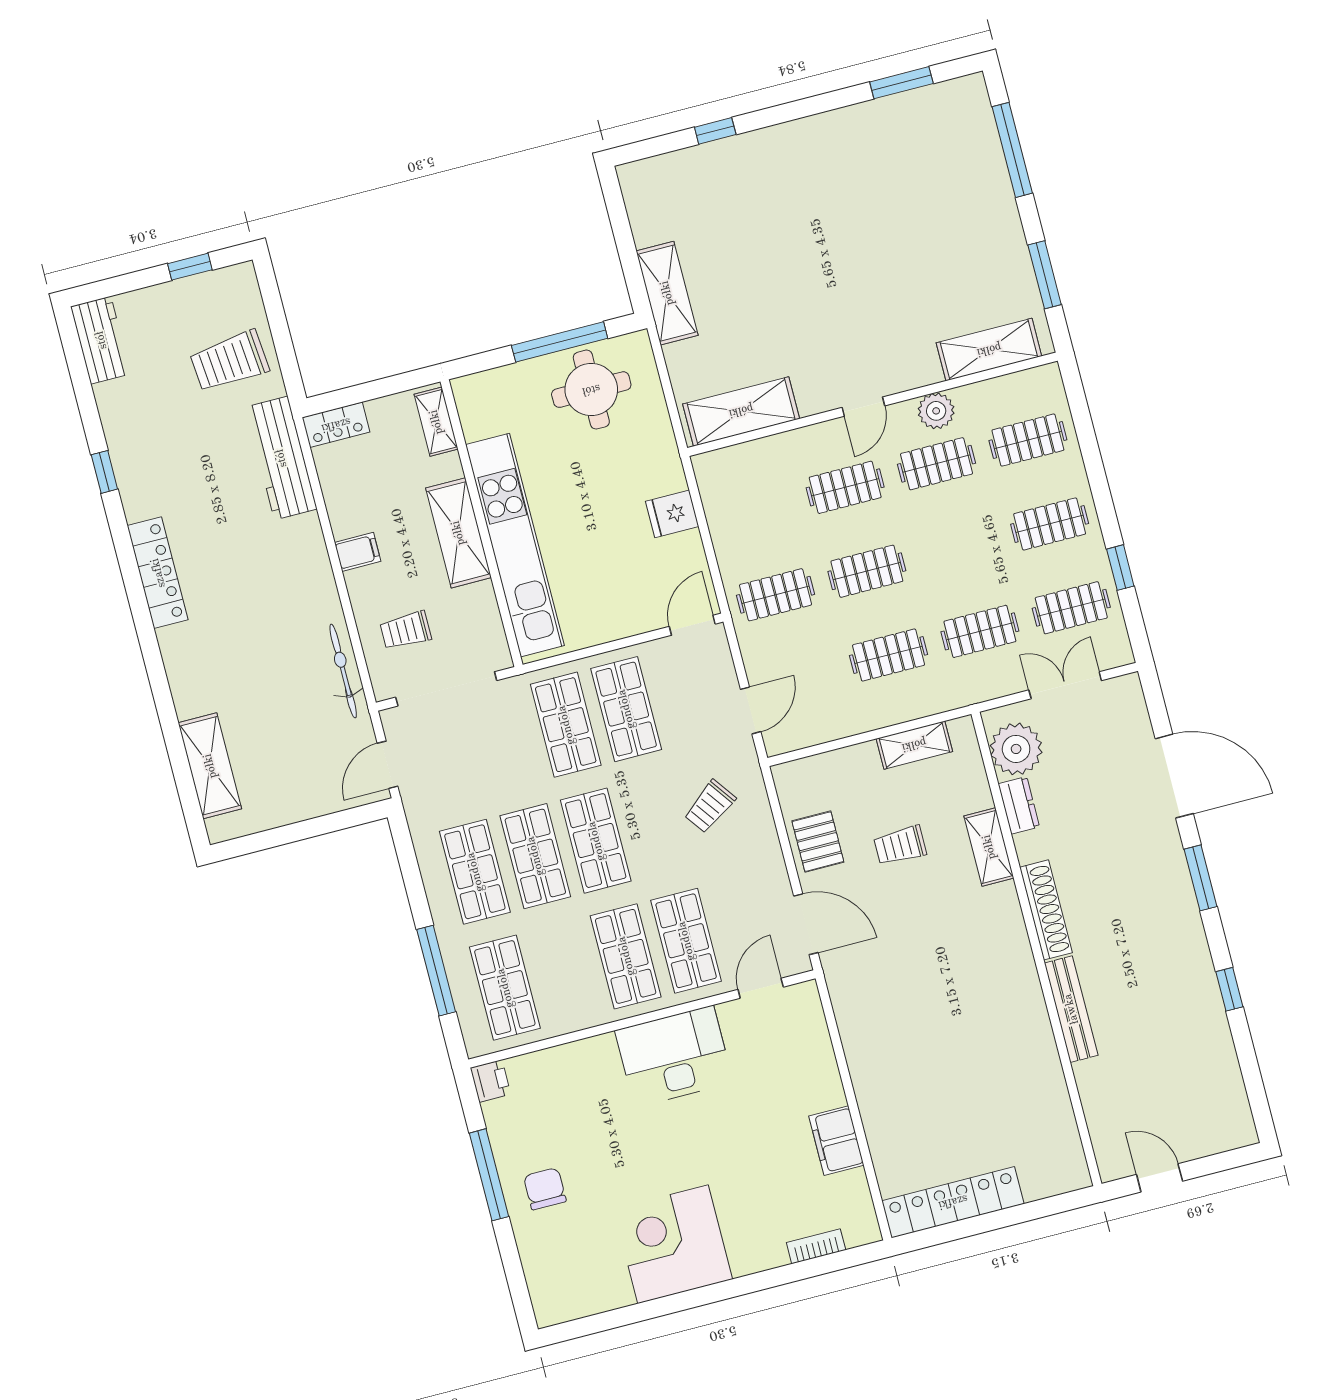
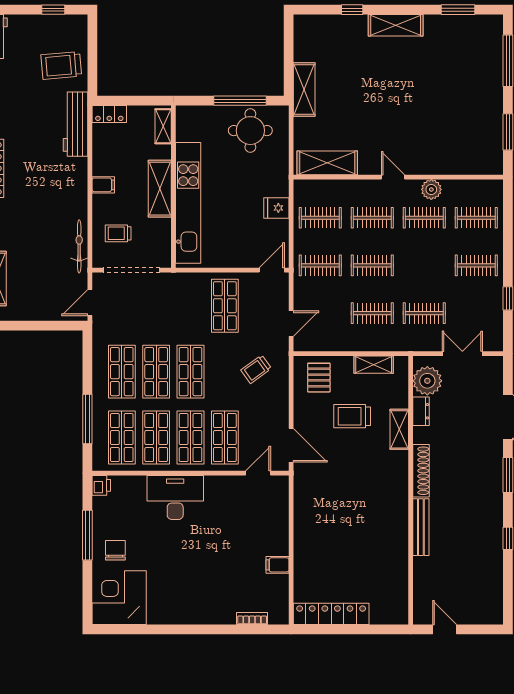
shelving: (989, 350) -> (396, 25), moved
door: (863, 407) -> (393, 177), swing flipped
clothes rail: (1071, 608) -> (320, 218), moved
shop shelf: (566, 725) -> (156, 438), moved
pallet: (818, 842) -> (319, 378), moved
trolley: (900, 845) -> (352, 416), width x1.36, depth x1.39
desk: (674, 1056) -> (175, 498), moved
filing cabinet: (836, 1141) -> (277, 565), width x0.50
corner desk: (673, 1244) -> (119, 598), moved

